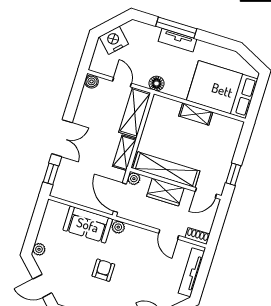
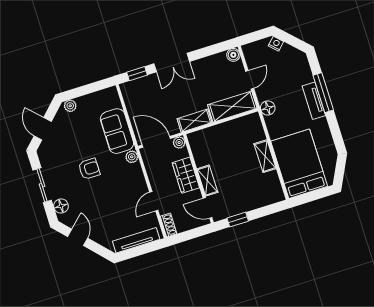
nightstand: (114, 40) -> (276, 44), width x0.53, depth x0.56
shelving: (166, 170) -> (207, 181), width x0.45, depth x0.75
door: (120, 198) -> (156, 142), hinge flipped

